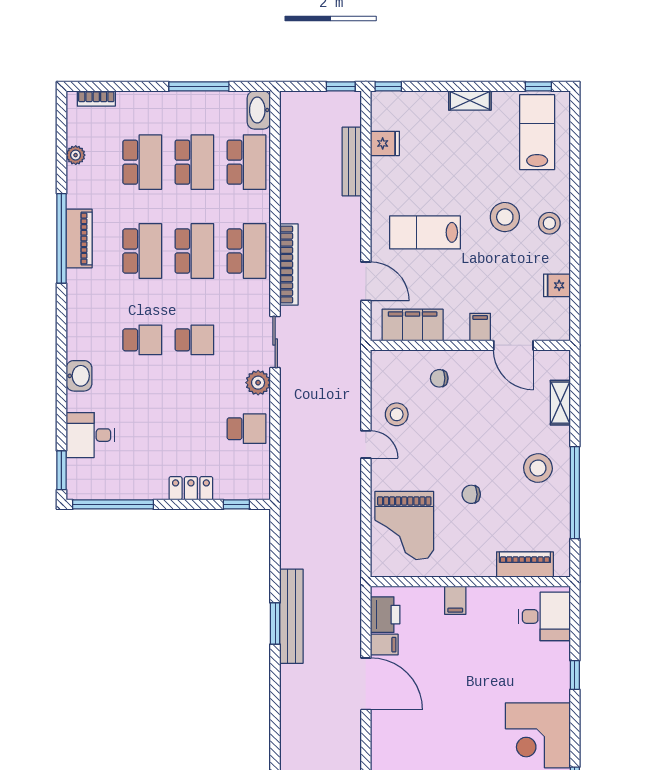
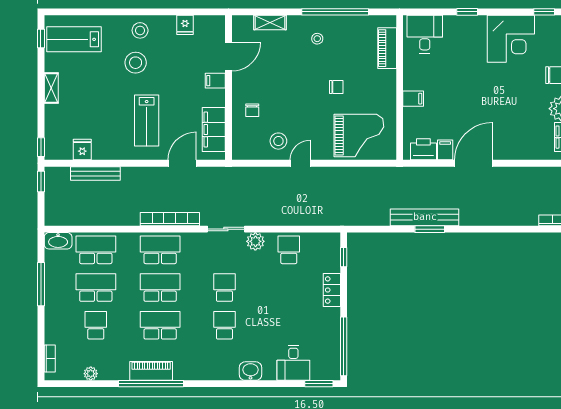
school desk: (142, 162) -> (96, 325), width x0.54
stool: (538, 468) -> (317, 39), width x0.53, depth x0.53
chair: (471, 494) -> (336, 87), turned -90

